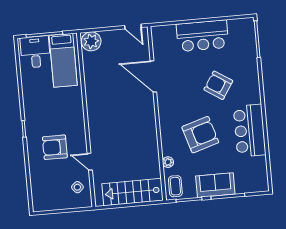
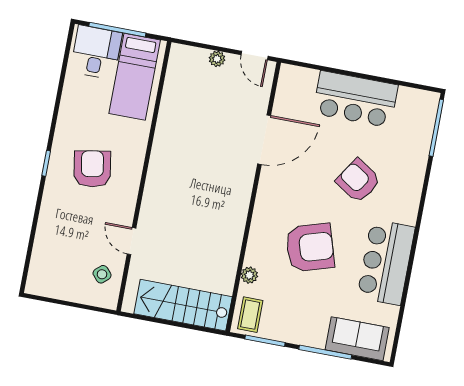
plant: (91, 41) -> (217, 59), moved, width x0.53, depth x0.53
door: (153, 76) -> (264, 140), swing flipped
armchair: (55, 147) -> (92, 169), moved, turned 80
sofa: (215, 185) -> (357, 339), moved

